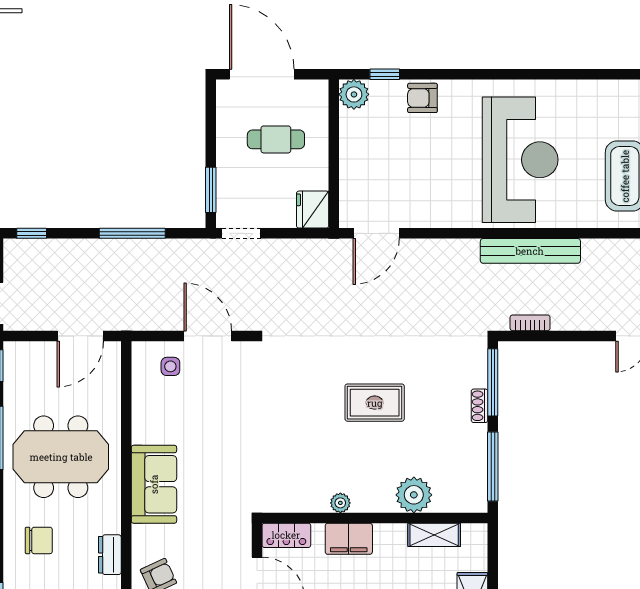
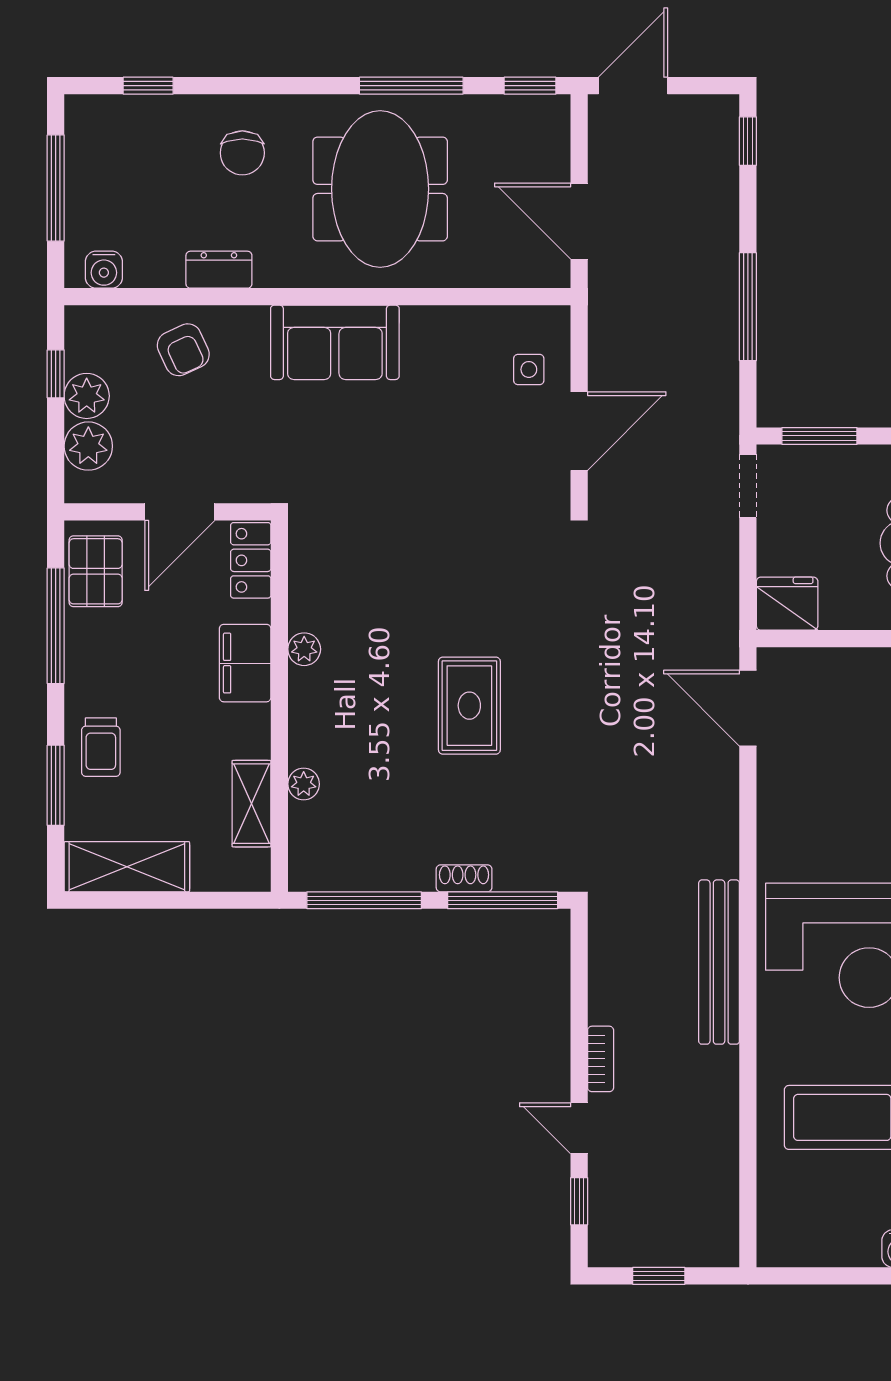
bookcase: (530, 323) -> (601, 1059), moved
plant: (414, 495) -> (304, 784), width x0.53, depth x0.53

